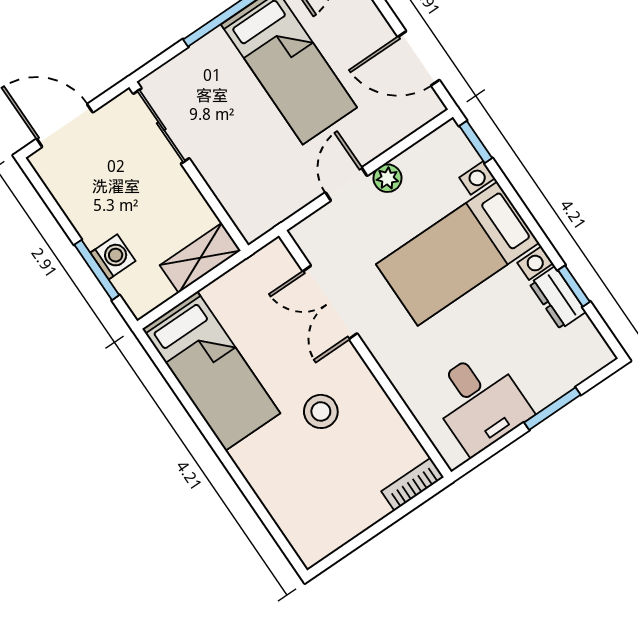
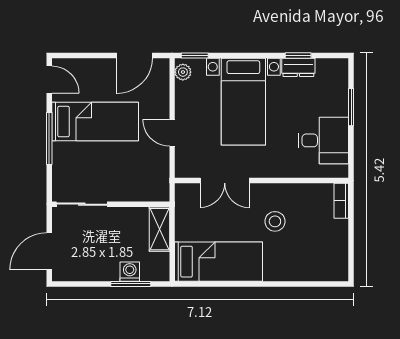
plant: (387, 178) -> (183, 72), moved

